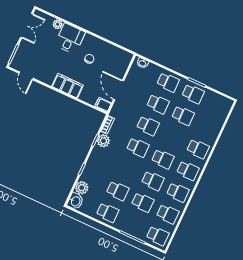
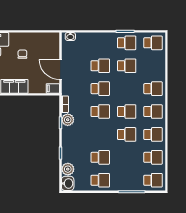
school desk: (168, 82) -> (153, 43), moved
school desk: (143, 202) -> (127, 157), removed

